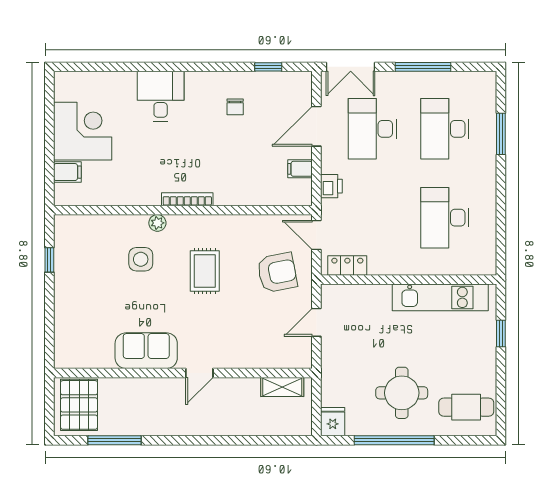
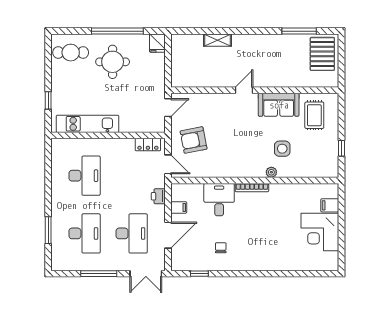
double door: (351, 67) -> (146, 274), swing flipped
desk: (161, 96) -> (219, 200), moved, turned 180
rug: (205, 271) -> (314, 115), moved
sofa: (146, 351) -> (279, 105), moved
wall: (183, 373) -> (255, 90), moved
door: (199, 373) -> (244, 90), moved
shelving: (282, 387) -> (218, 40), moved

